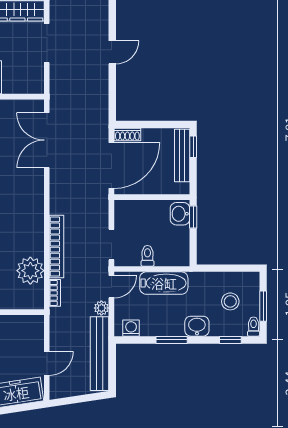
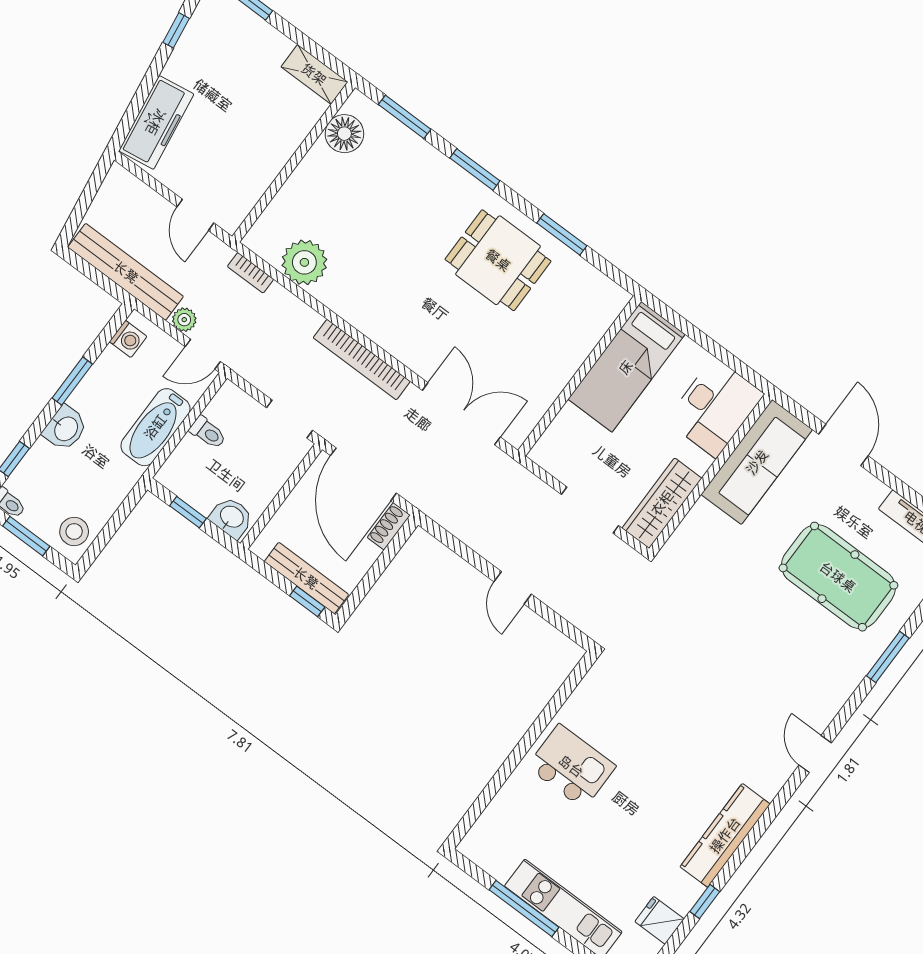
window: (193, 217) -> (188, 512), moved
doorway: (111, 244) -> (289, 419), moved
bookcase: (57, 247) -> (362, 360), moved
door: (111, 287) -> (203, 354), hinge flipped
stool: (230, 301) -> (74, 531), moved
door: (47, 363) -> (195, 215), moved

